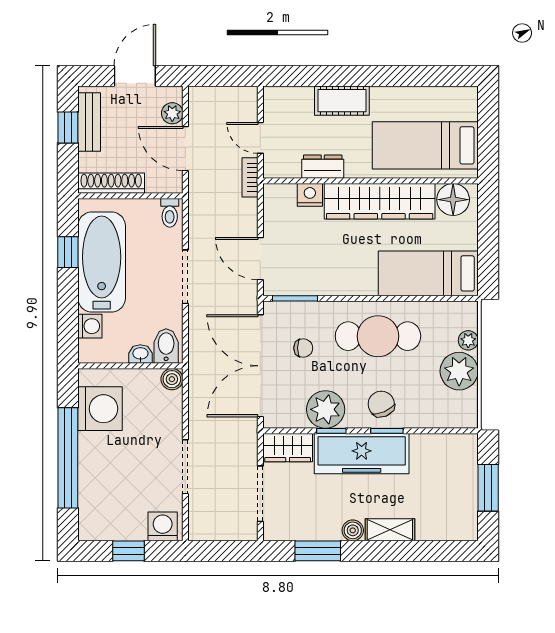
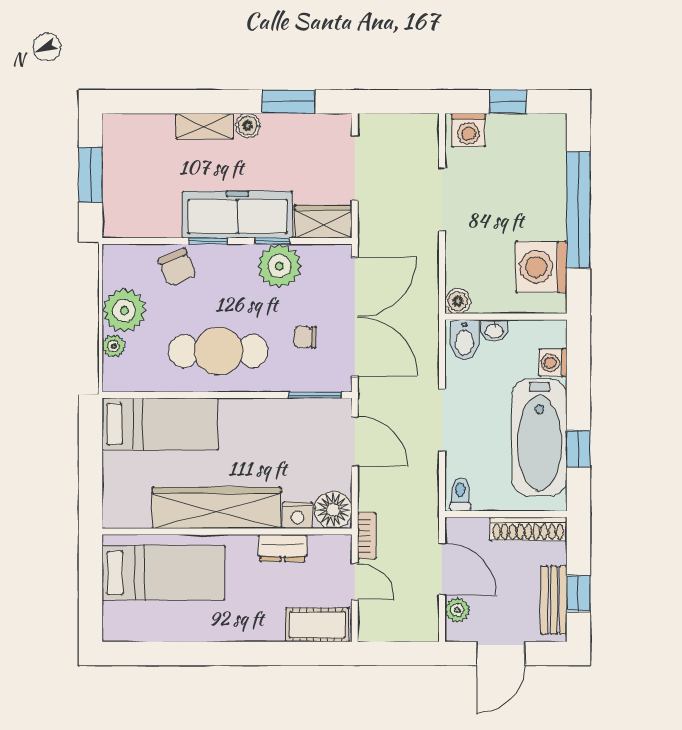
cot: (342, 101) -> (317, 625), moved
floor lamp: (453, 200) -> (333, 510), moved
chair: (381, 404) -> (177, 268), moved

